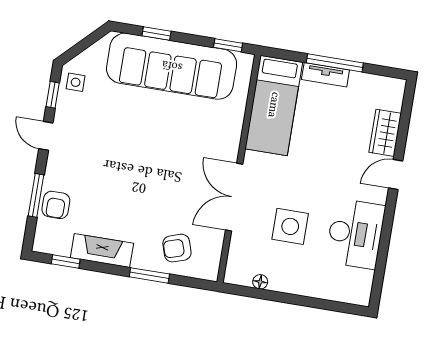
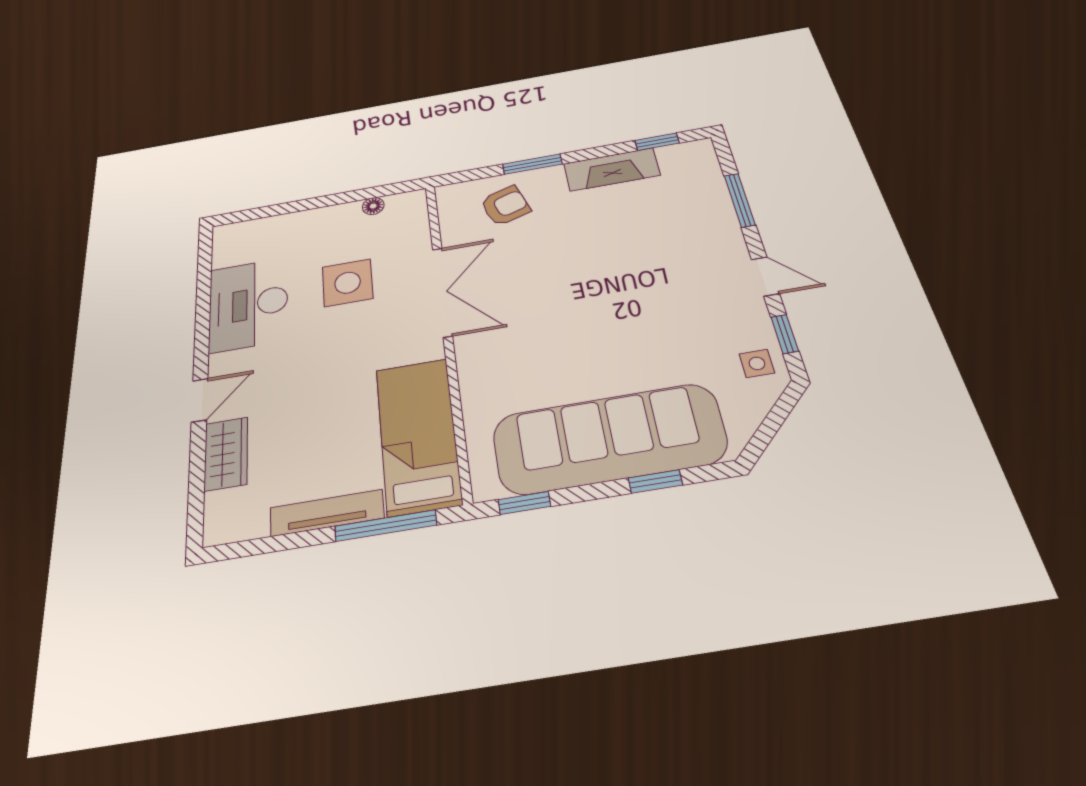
window: (335, 63) -> (386, 526), moved
tv unit: (325, 75) -> (327, 513), width x1.41
armchair: (56, 205) -> (704, 199), removed

